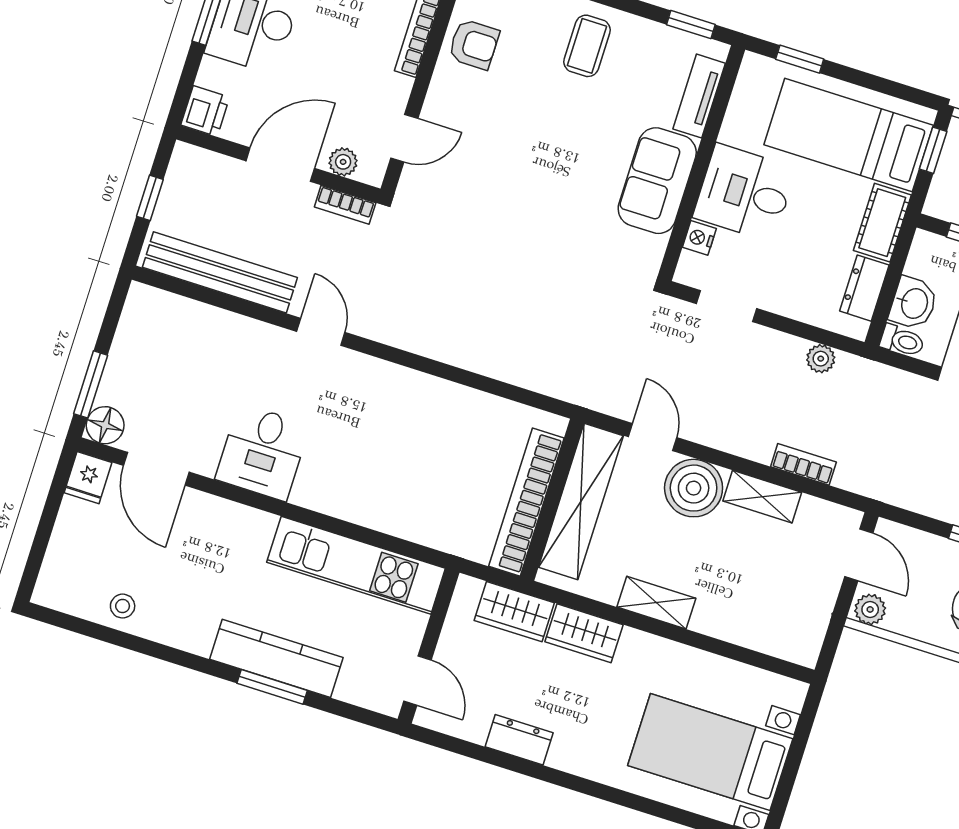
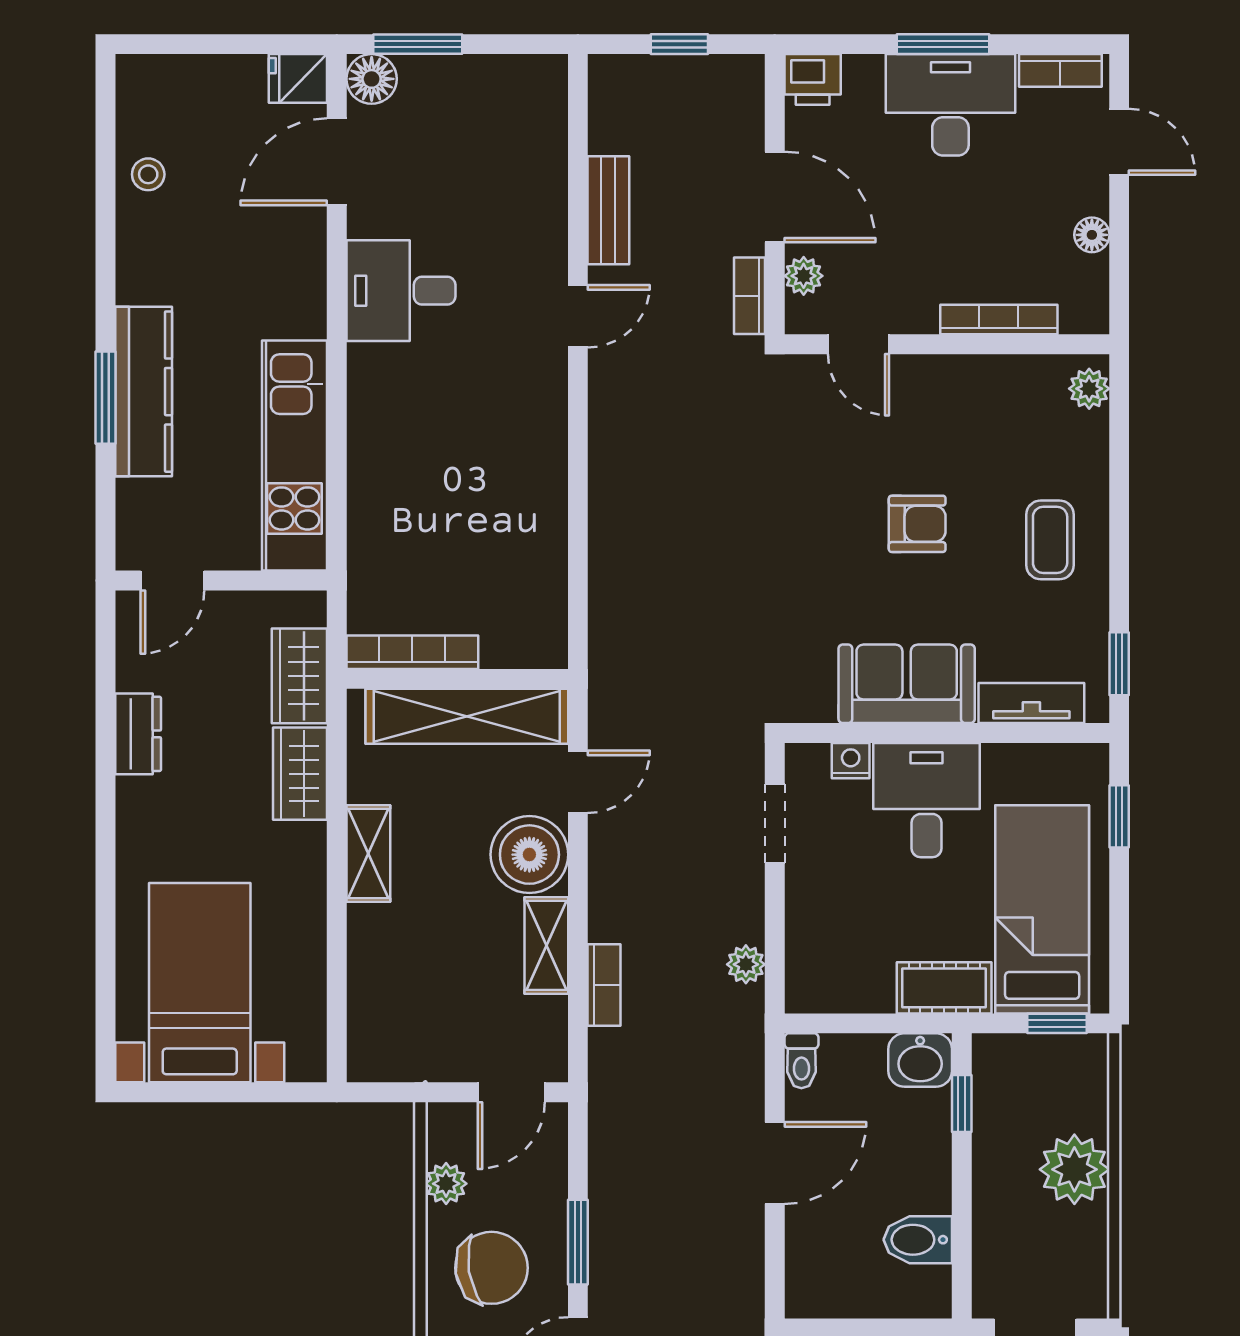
armchair: (474, 44) -> (917, 524), moved, turned -90
coffee table: (587, 46) -> (1050, 540), turned 90
bench: (220, 272) -> (608, 210), width x0.54, depth x0.82
dresser: (864, 288) -> (853, 991), removed
washbasin: (913, 303) -> (920, 1060), moved
bookcase: (526, 502) -> (412, 652), width x0.68, depth x0.76
plant: (870, 609) -> (446, 1184), moved

